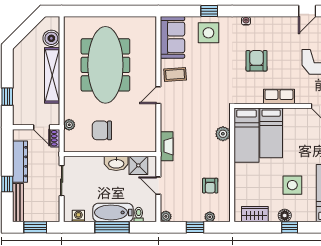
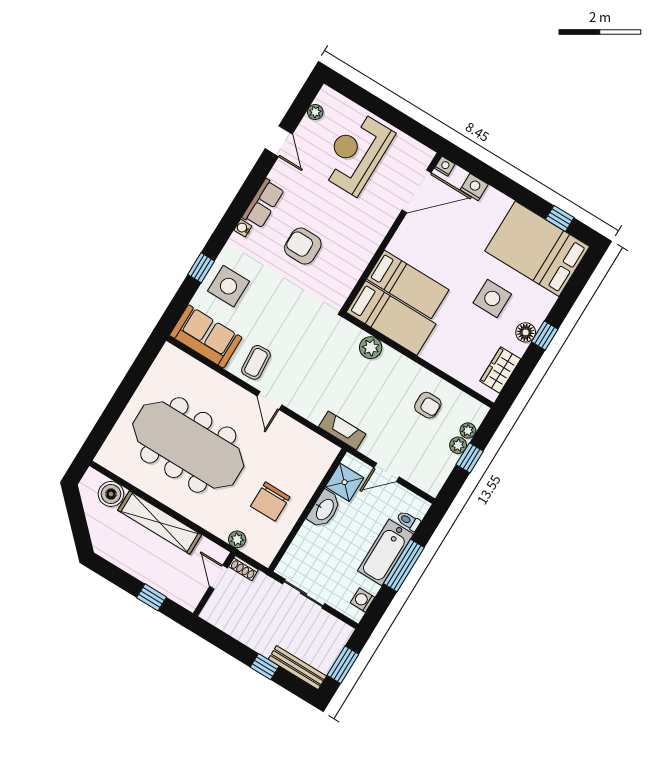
row of seats: (279, 96) -> (263, 203), moved, turned 180
door: (42, 127) -> (218, 577), swing flipped
dresser: (20, 162) -> (246, 632), removed
plant: (166, 216) -> (458, 445), moved

